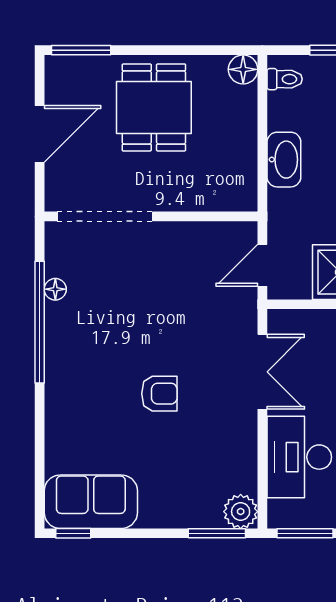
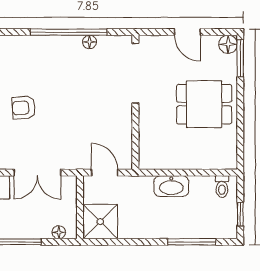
floor lamp: (243, 69) -> (228, 44), moved
door: (40, 134) -> (187, 32), width x0.73
armchair: (159, 394) -> (24, 108), turned 86

